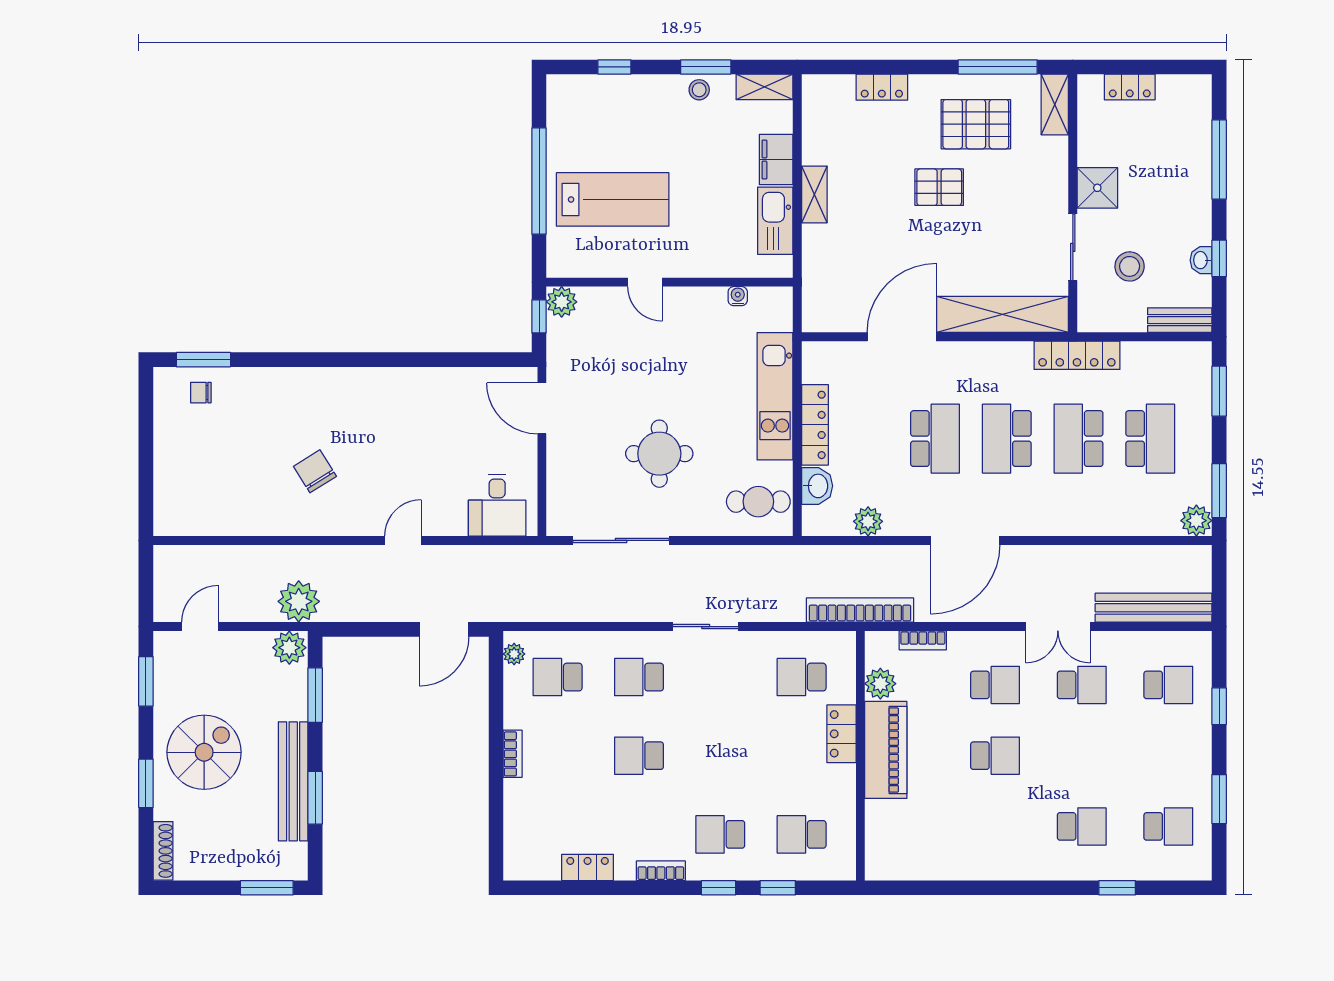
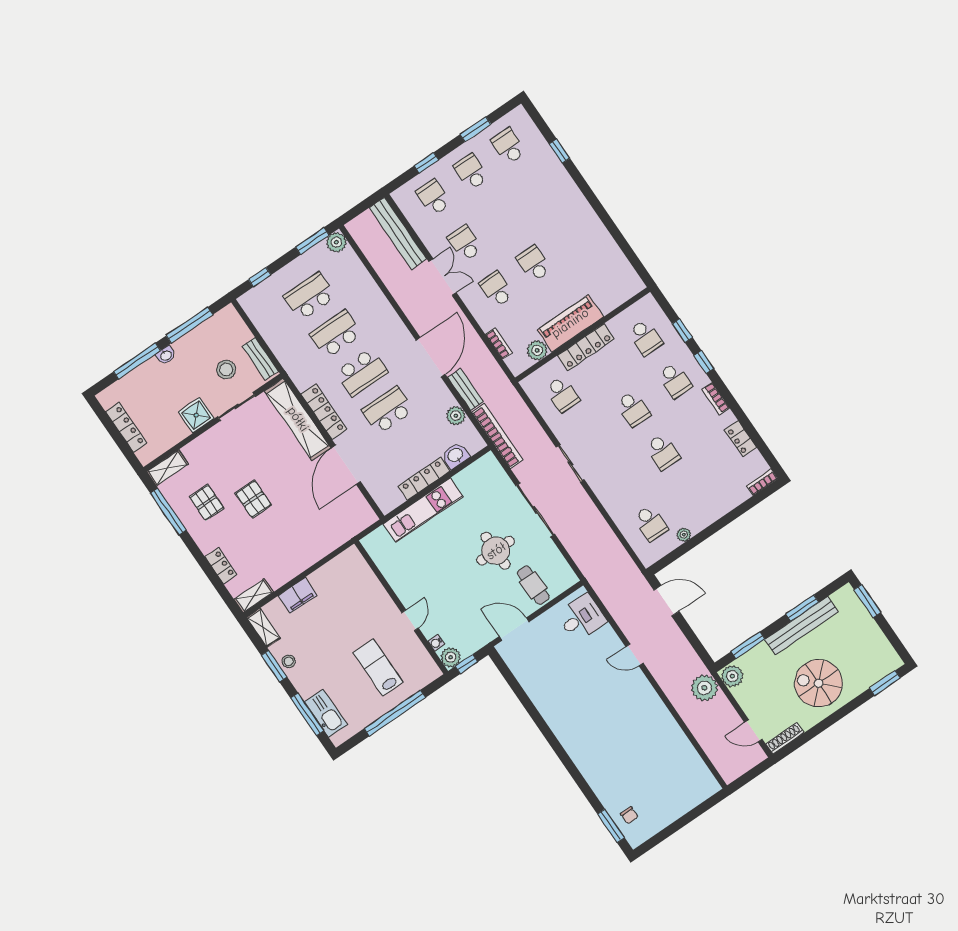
window: (614, 67) -> (307, 714), width x2.17
locker: (1130, 87) -> (126, 427), width x1.53
pallet: (976, 124) -> (207, 503), width x0.67, depth x0.71
shelving: (814, 194) -> (254, 596), moved
lab bench: (613, 199) -> (378, 667), width x0.73, depth x0.72
kitchen sink: (775, 221) -> (326, 713), moved, turned -90
window: (1219, 258) -> (189, 325), width x2.17
washbasin: (1201, 260) -> (166, 355), moved
water cooler: (738, 296) -> (436, 643), moved
bench: (1180, 320) -> (260, 359), moved
door: (902, 337) -> (346, 465), hinge flipped
locker: (1077, 355) -> (324, 412), moved
window: (1219, 391) -> (260, 277), width x0.67
door: (542, 408) -> (514, 629), swing flipped
school desk: (1079, 439) -> (336, 334), turned 180
chair: (315, 471) -> (630, 726), removed
cafe table: (758, 502) -> (533, 585), moved
sliding door: (621, 540) -> (535, 510), moved
door: (965, 540) -> (431, 357), hinge flipped
bench: (893, 557) -> (466, 390), added
bookcase: (860, 610) -> (497, 436), moved, turned 180
plant: (514, 654) -> (684, 535), moved
school desk: (639, 677) -> (633, 409), moved
window: (146, 681) -> (802, 740), removed
locker: (842, 734) -> (586, 347), width x1.53
bookcase: (513, 754) -> (762, 482), moved
window: (146, 783) -> (885, 683), moved
school desk: (1082, 826) -> (471, 172), moved
shoe rack: (163, 851) -> (785, 738), moved

